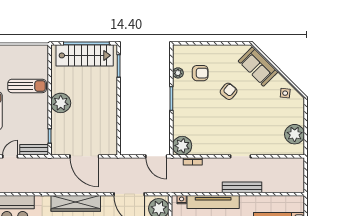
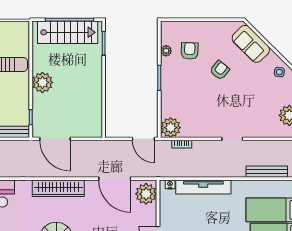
armchair: (200, 73) -> (190, 51), turned -88
door: (84, 156) -> (55, 139), moved
bench: (242, 187) -> (267, 172), moved

